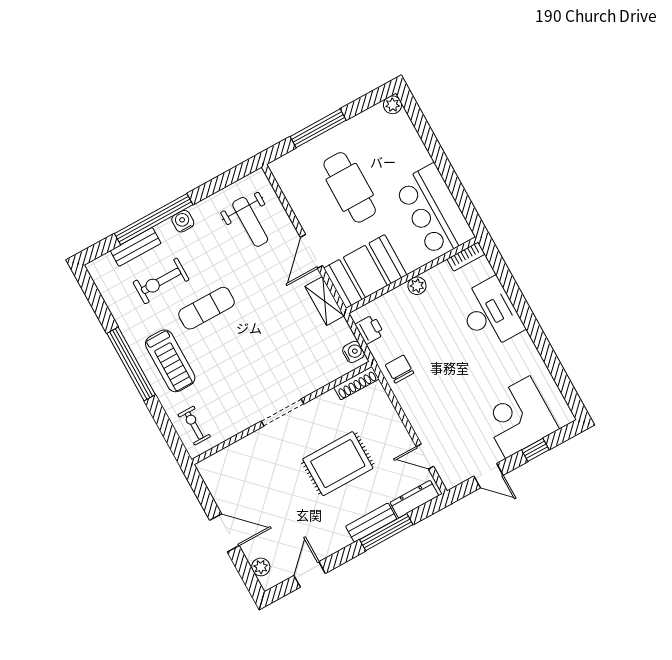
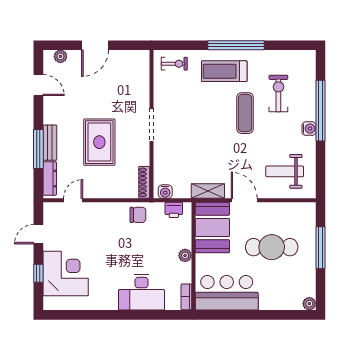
bench: (136, 247) -> (309, 89), removed

